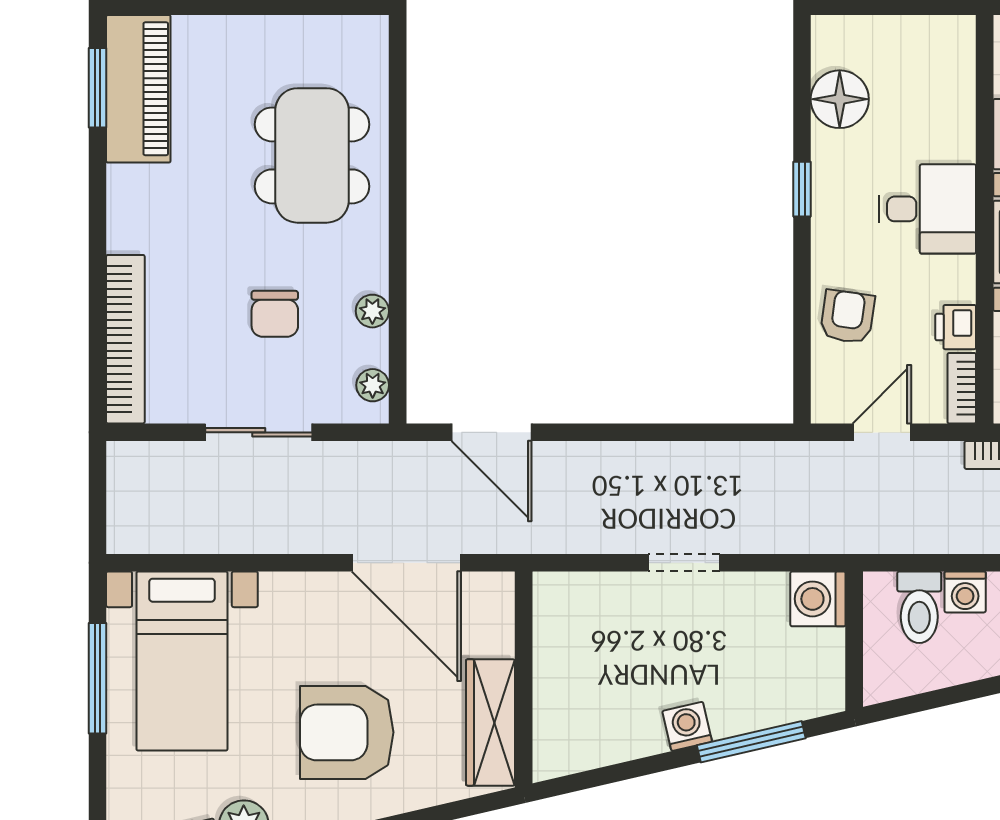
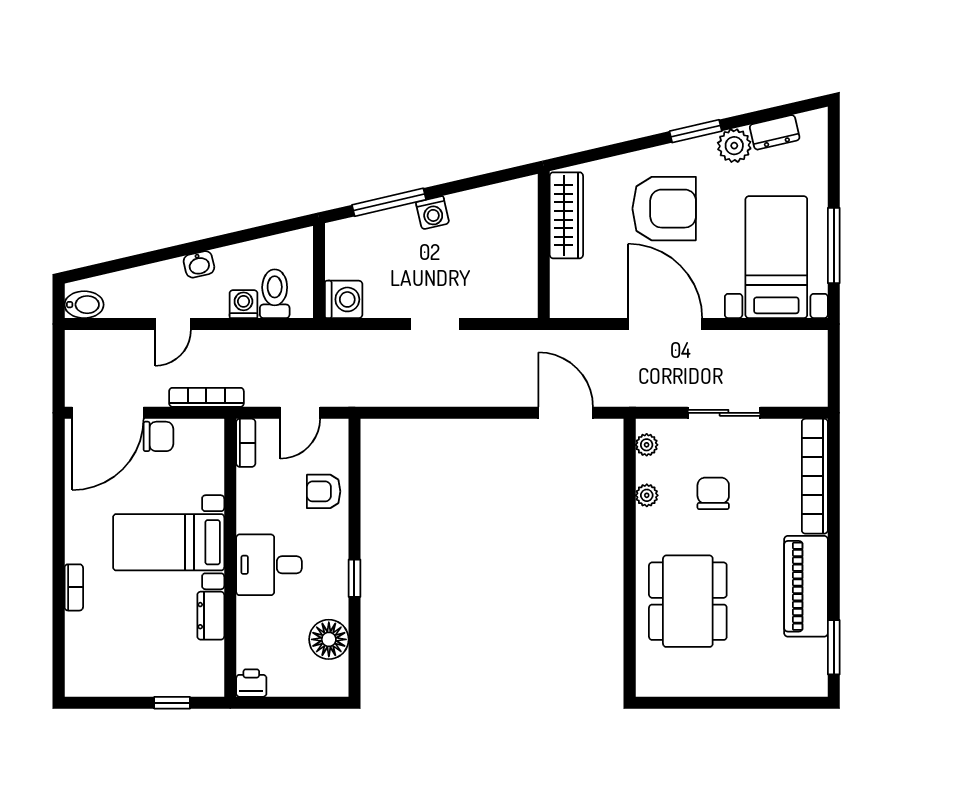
piano: (138, 89) -> (806, 586), moved
armchair: (847, 317) -> (324, 491), turned 82
printer: (956, 327) -> (251, 683), moved, turned -90
door: (406, 563) -> (665, 324), moved

